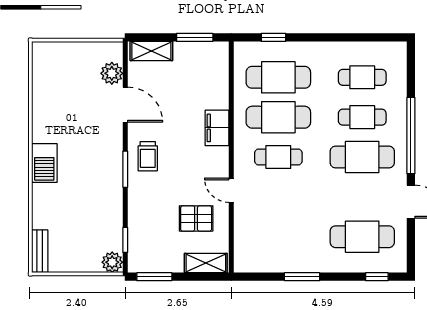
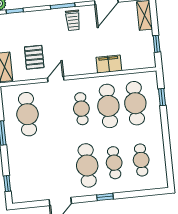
window: (195, 37) -> (157, 44), width x0.67
filing cabinet: (217, 128) -> (109, 64), moved
window: (411, 136) -> (105, 197), width x0.32
trolley: (148, 156) -> (73, 20), turned -90
cafe table: (362, 237) -> (27, 114), moved

